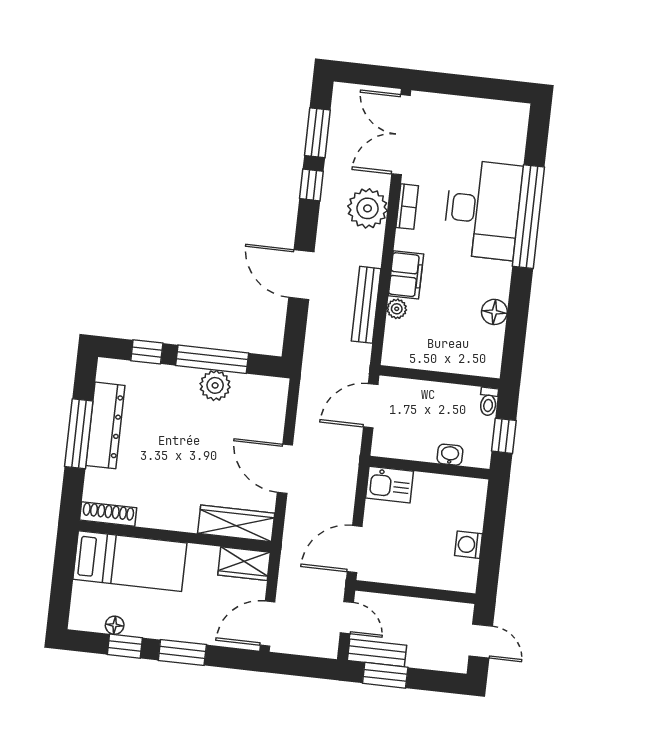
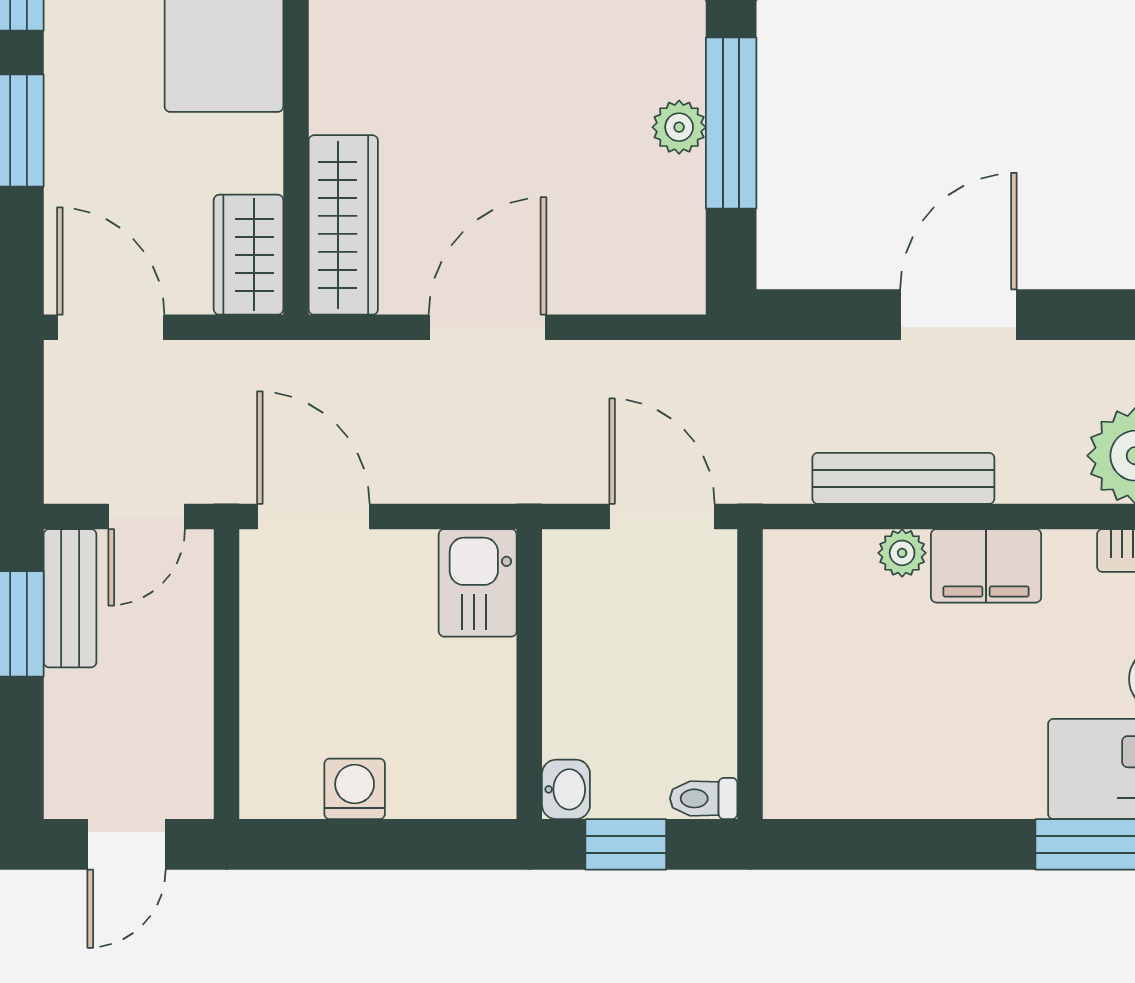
floor lamp: (494, 312) -> (921, 788), removed
plant: (215, 385) -> (679, 127), width x0.73, depth x0.73
washbasin: (450, 455) -> (566, 789), moved

